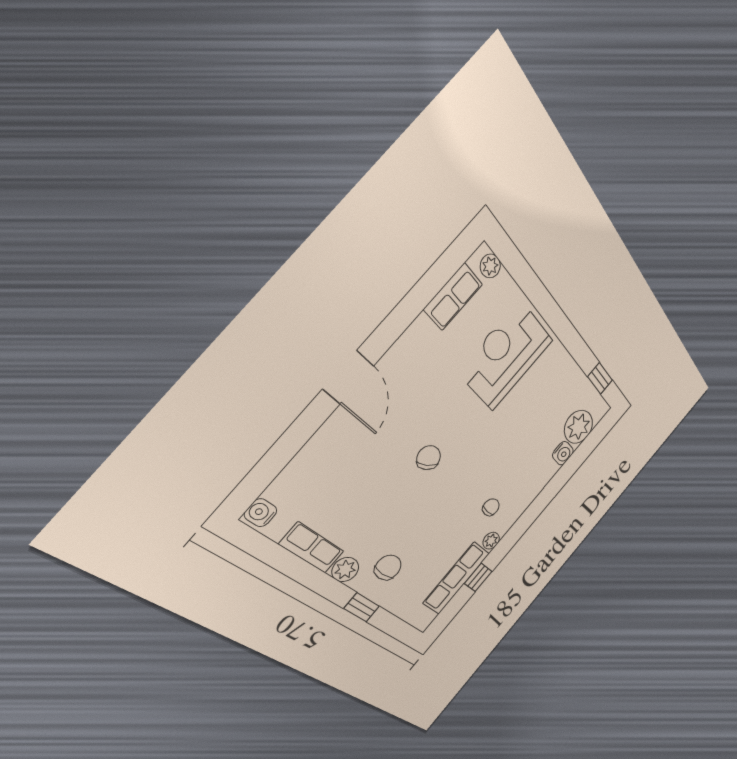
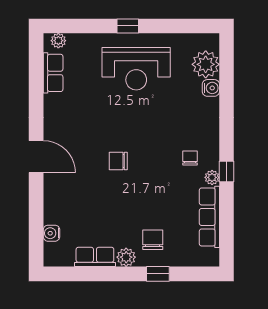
reception desk: (506, 356) -> (136, 69), moved, turned -90
window: (600, 378) -> (128, 26), moved
chair: (429, 458) -> (118, 161), turned -59
water cooler: (261, 513) -> (51, 233), moved
window: (478, 577) -> (227, 171), moved

